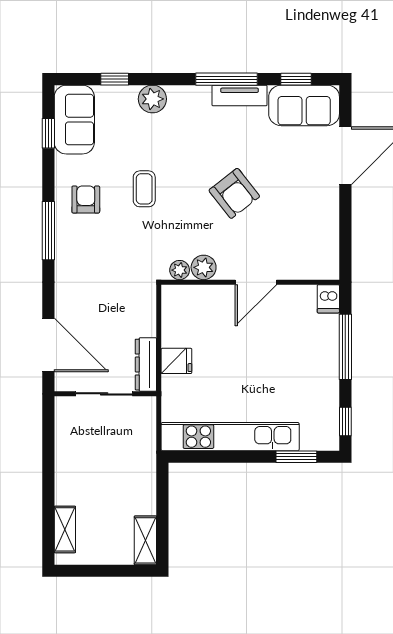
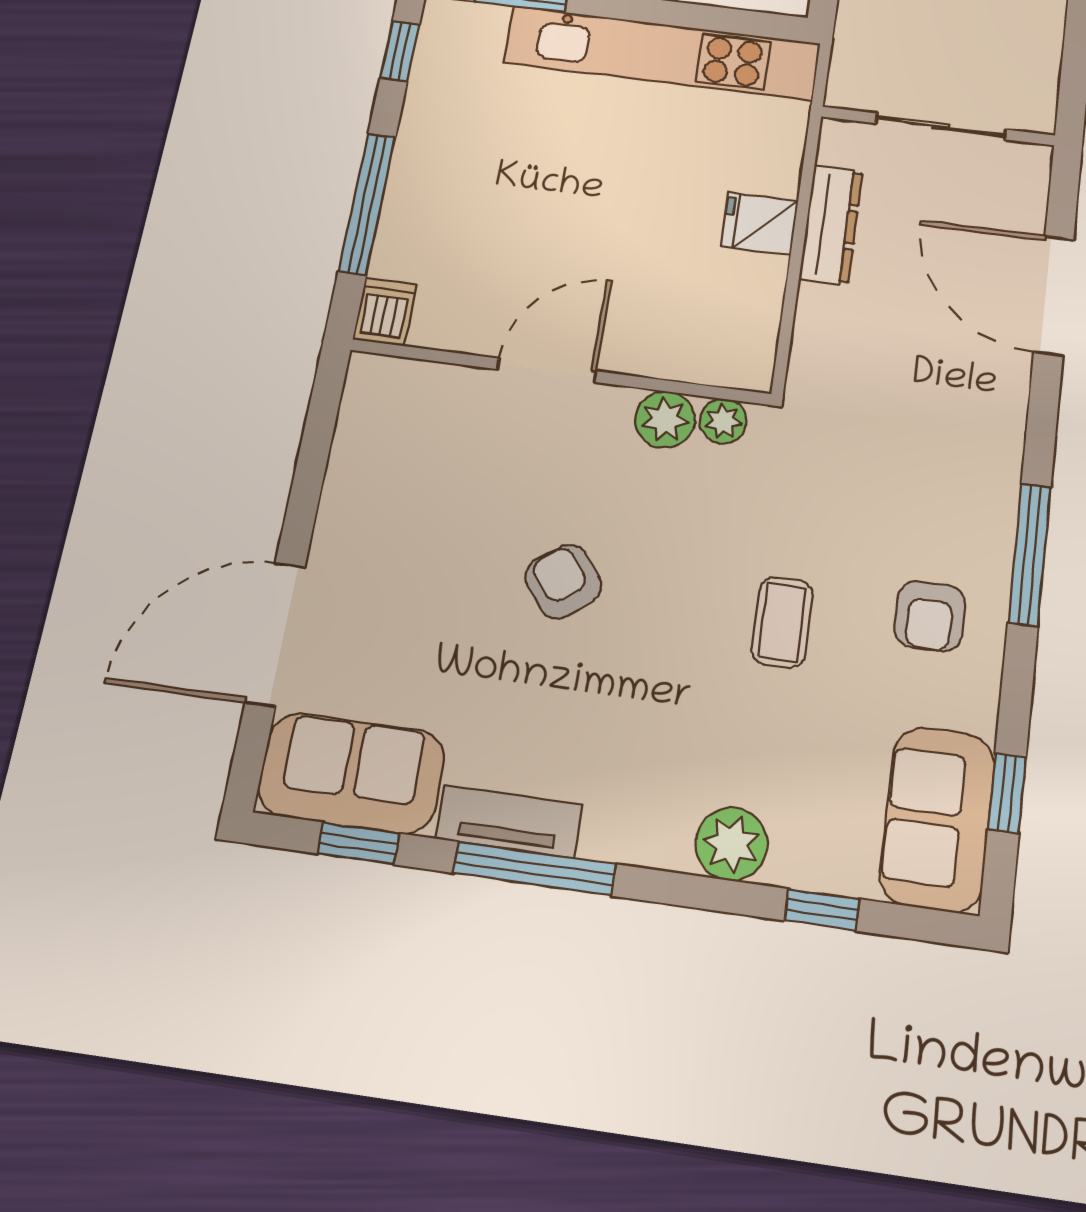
armchair: (234, 193) -> (563, 581), width x0.72, depth x0.72
sliding door: (104, 394) -> (941, 126), moved
wall: (105, 394) -> (938, 126), moved

